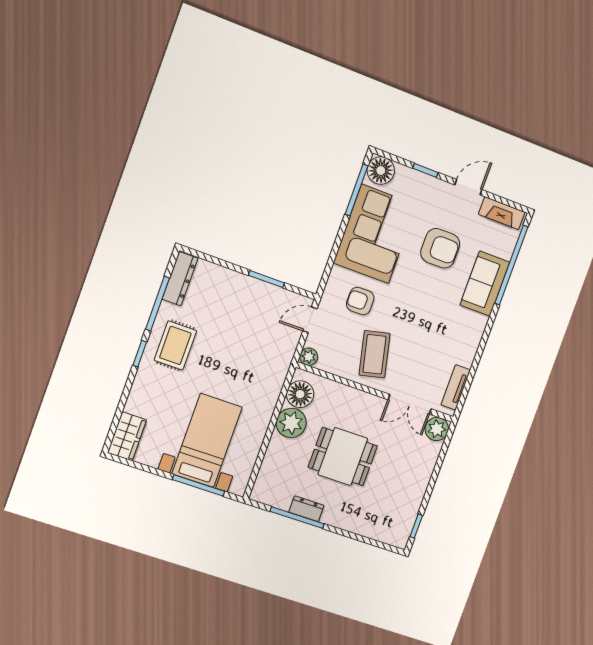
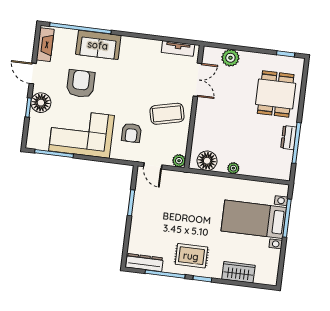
floor lamp: (381, 171) -> (41, 103), moved
plant: (291, 423) -> (233, 168), width x0.53, depth x0.53
plant: (437, 429) -> (230, 58), moved
wardrobe: (127, 436) -> (238, 272), moved
dining table: (343, 457) -> (276, 94), moved

